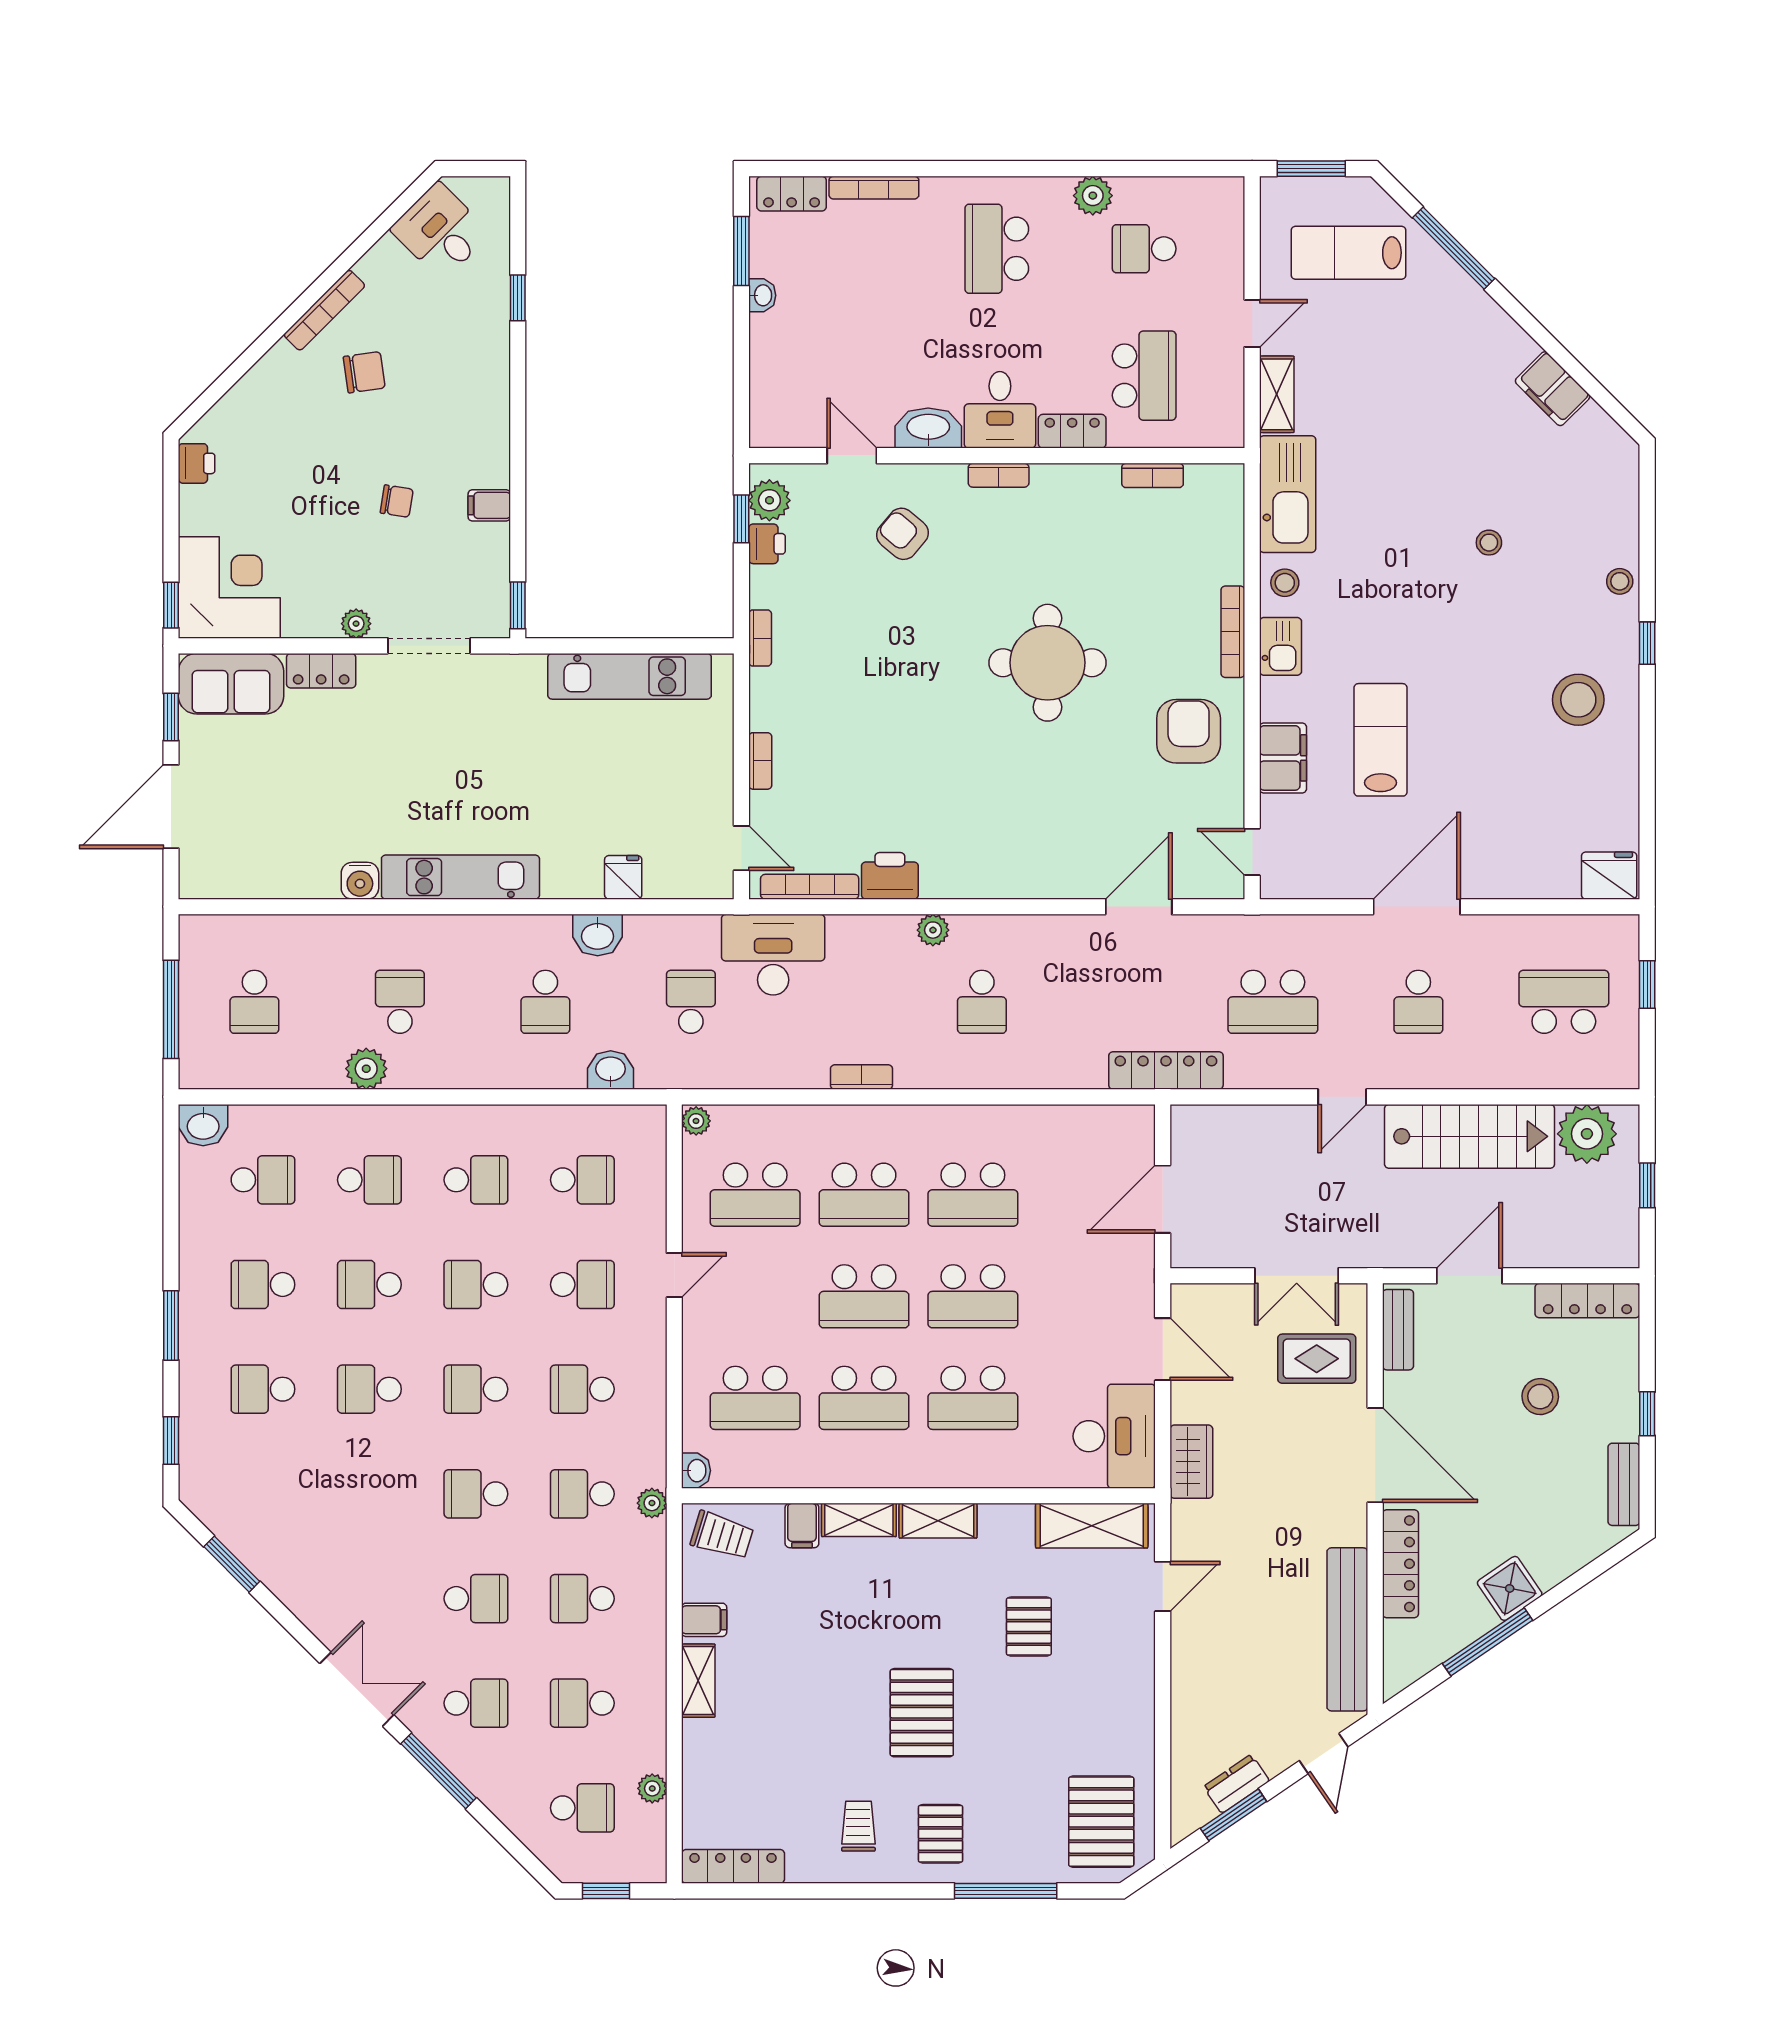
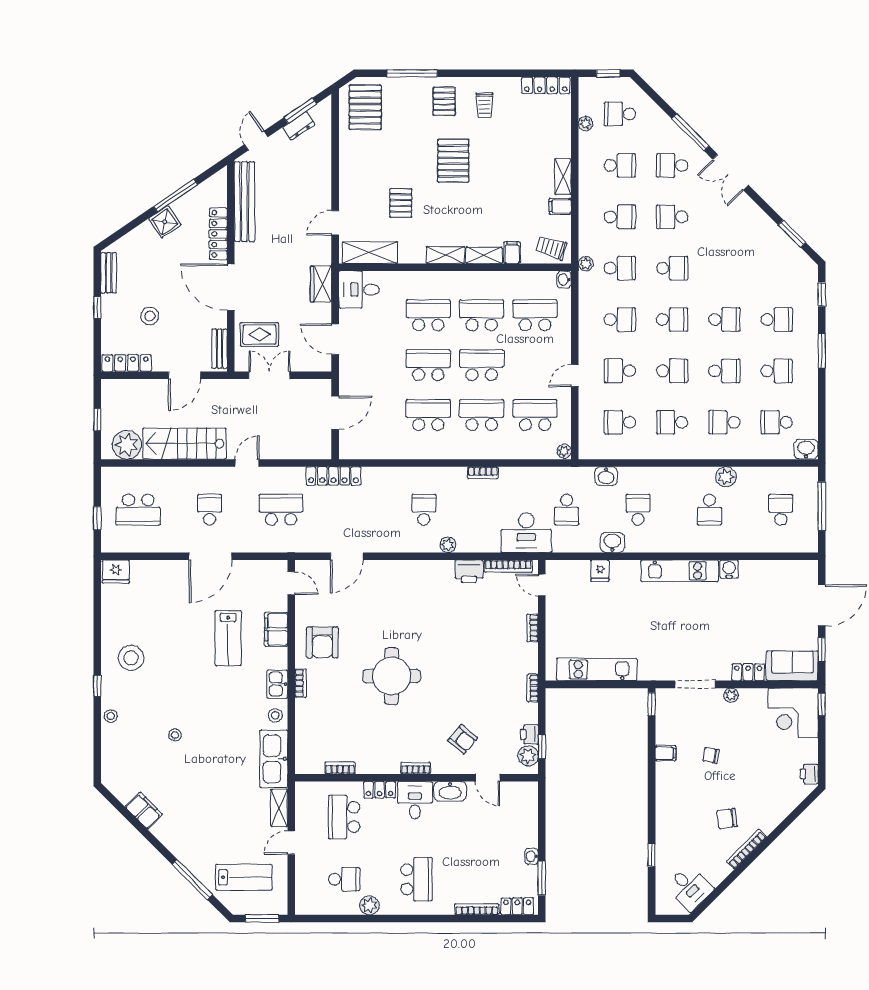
bookcase: (1233, 632) -> (301, 683), width x0.64
desk: (1114, 1436) -> (359, 290), width x0.73

